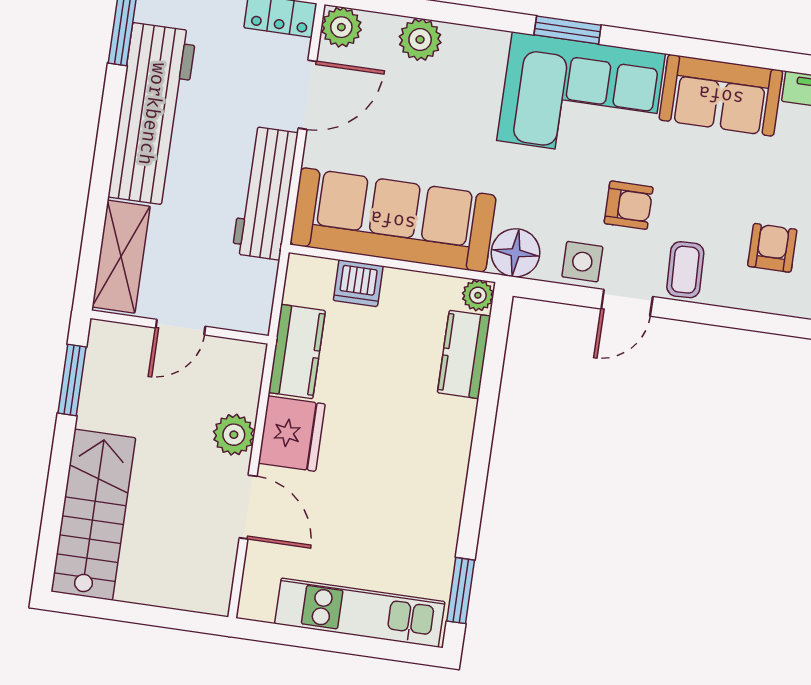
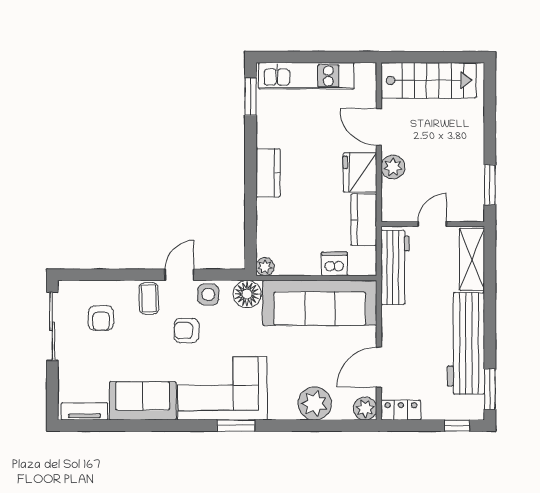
plant: (420, 40) -> (315, 404), width x1.36, depth x1.36
workbench: (265, 193) -> (395, 267), moved
kitchen counter: (464, 354) -> (268, 173), moved
stairs: (93, 515) -> (428, 80), moved, turned -90

